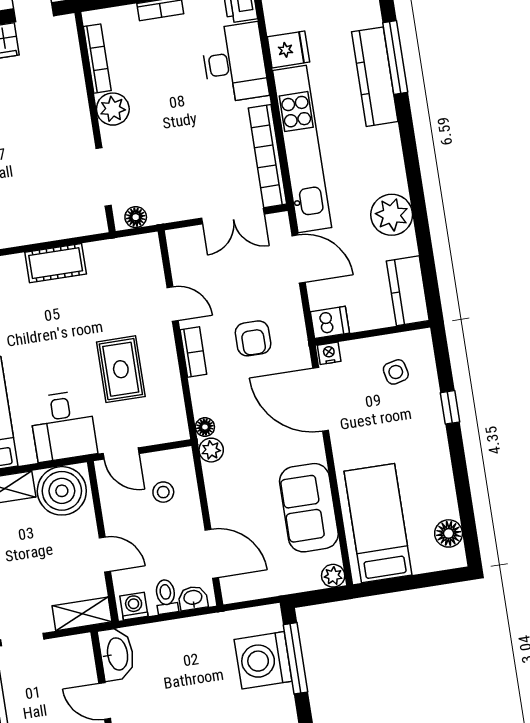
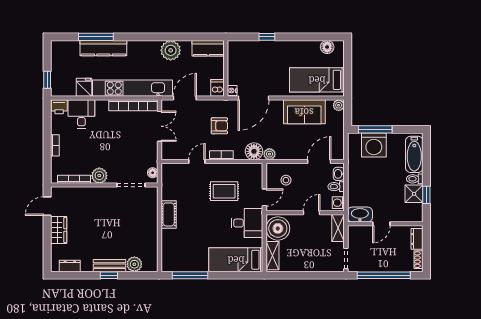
desk: (235, 63) -> (81, 114), width x0.73
side table: (396, 372) -> (246, 60), removed
floor lamp: (205, 427) -> (254, 151), width x1.89, depth x1.89

